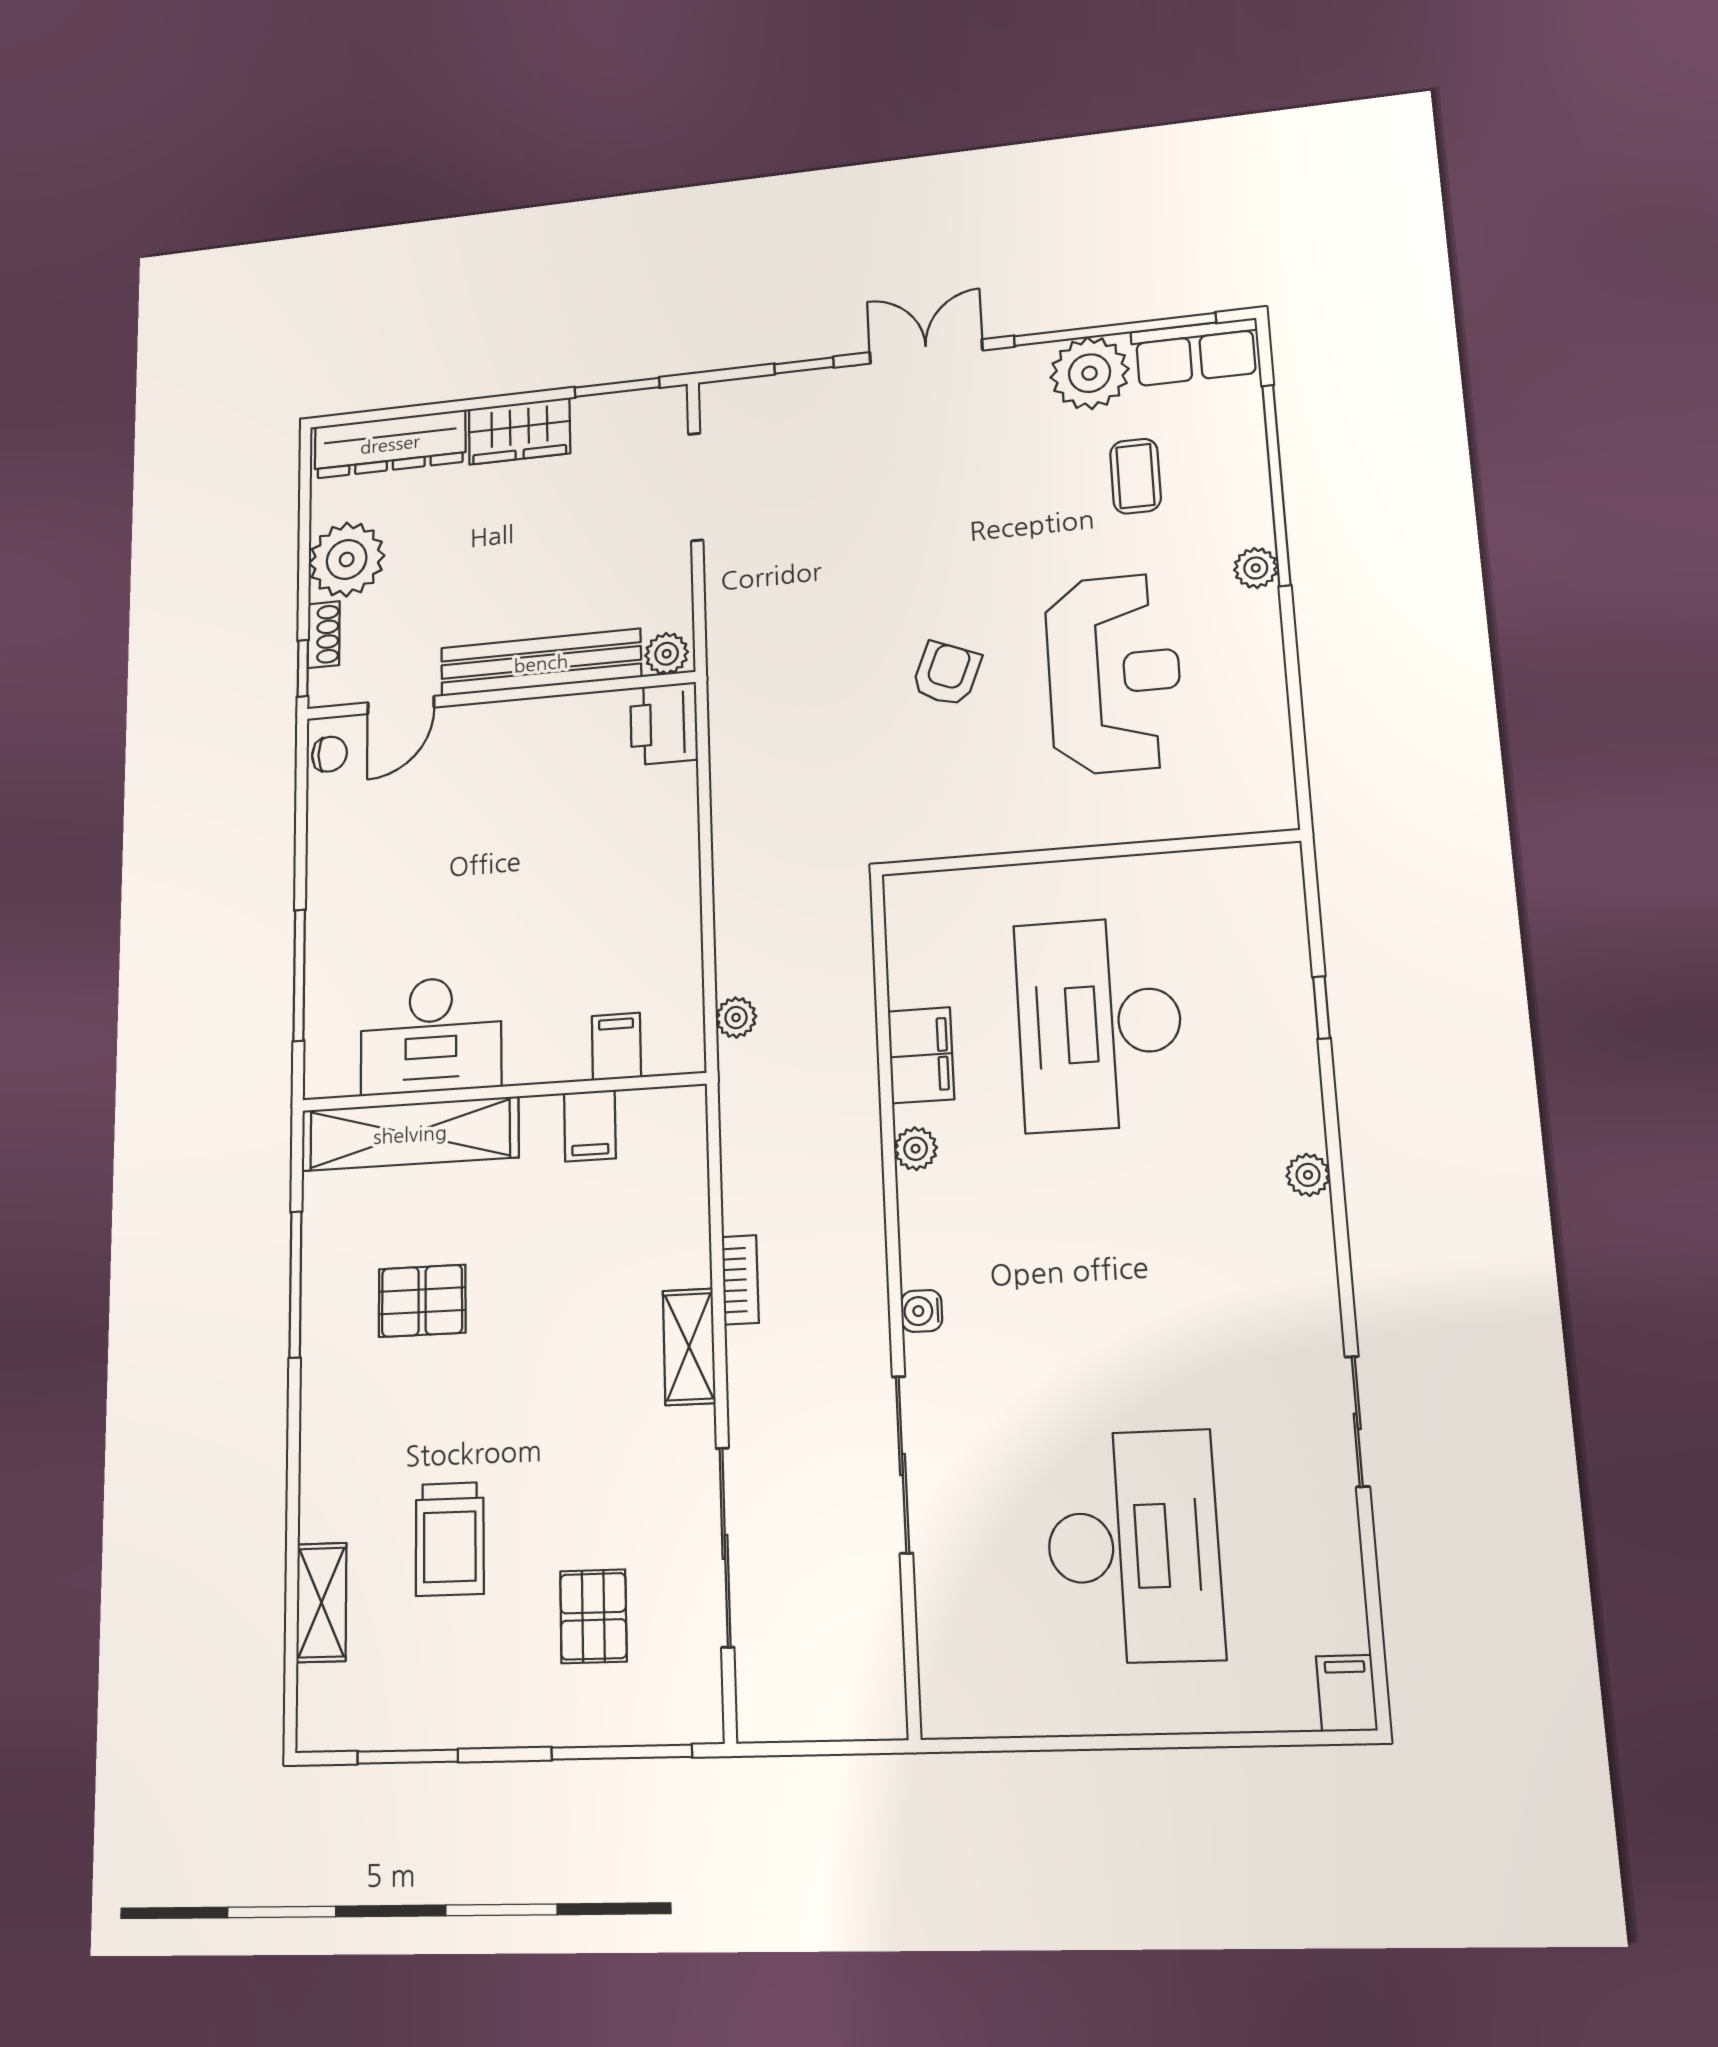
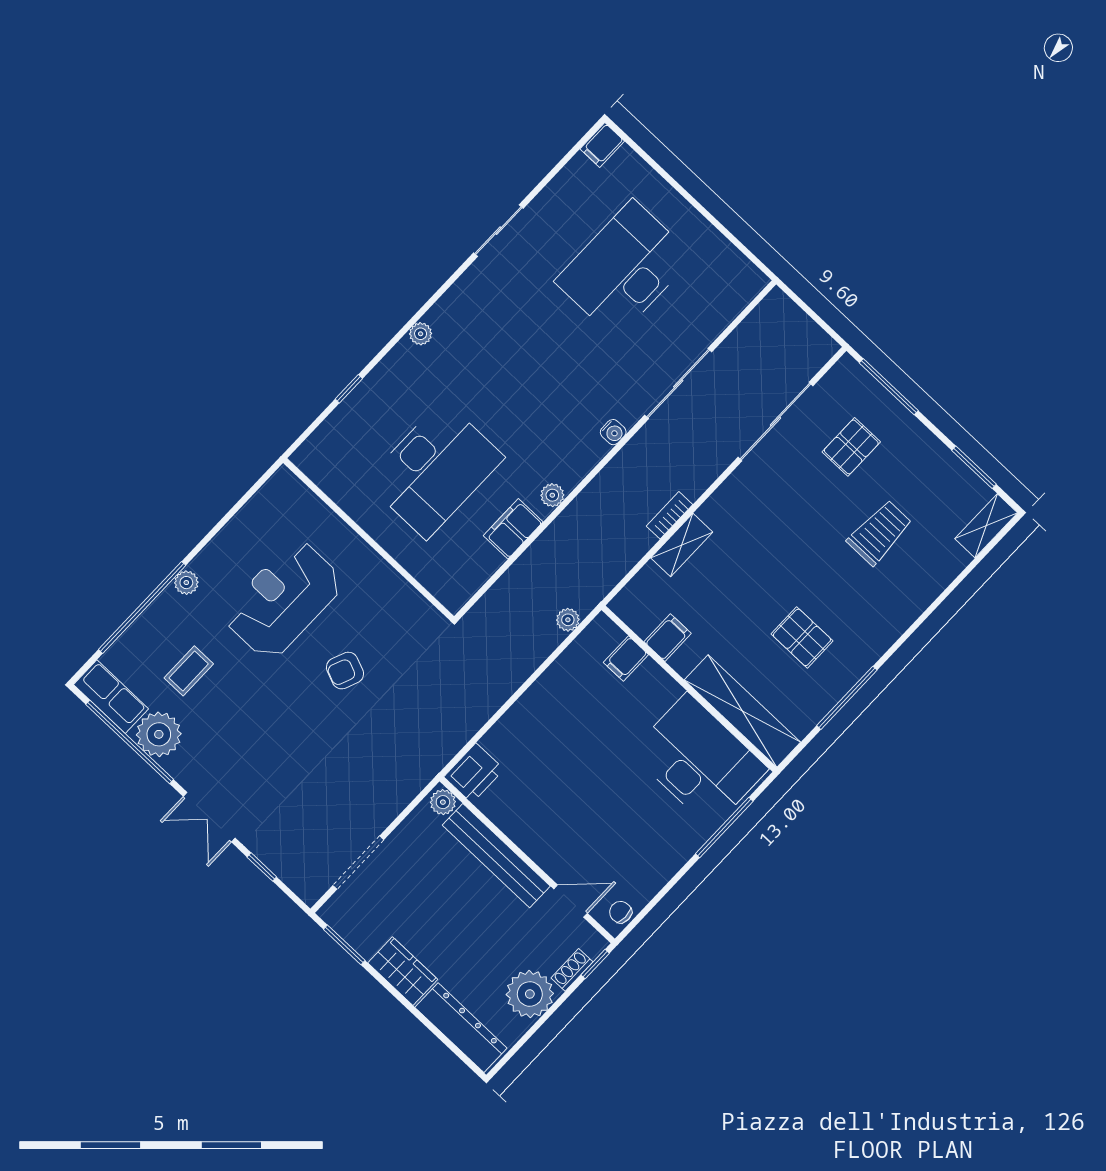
desk: (431, 1035) -> (699, 761), width x1.36, depth x1.30
shelving: (689, 1347) -> (682, 545), moved
shelving: (321, 1602) -> (986, 526), moved

